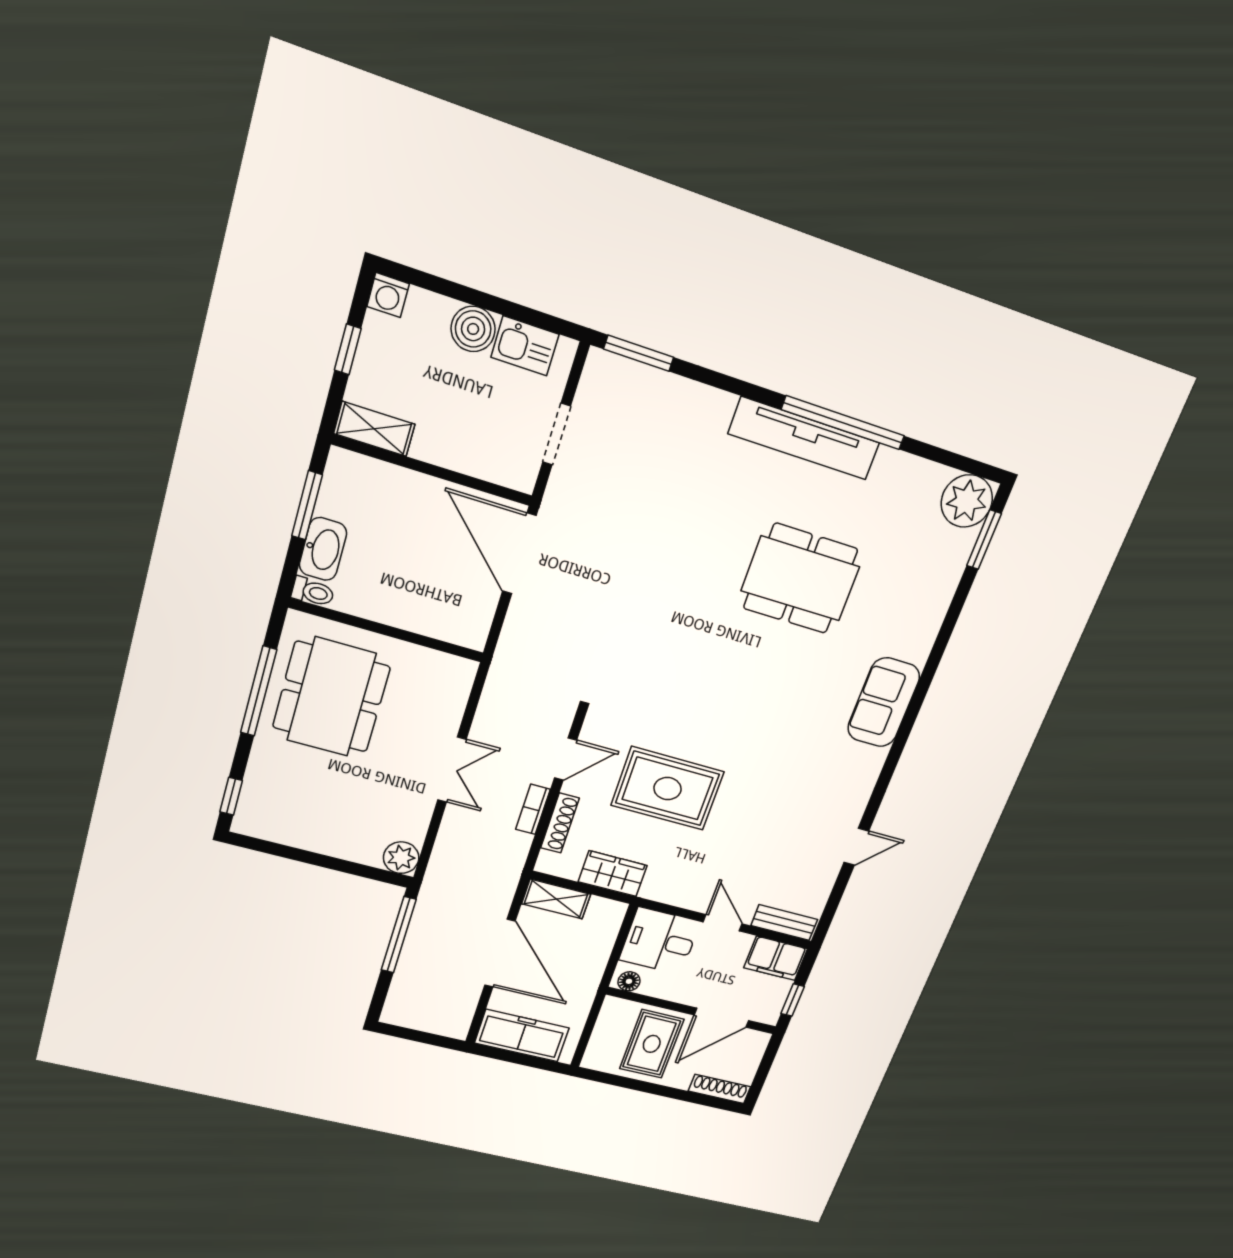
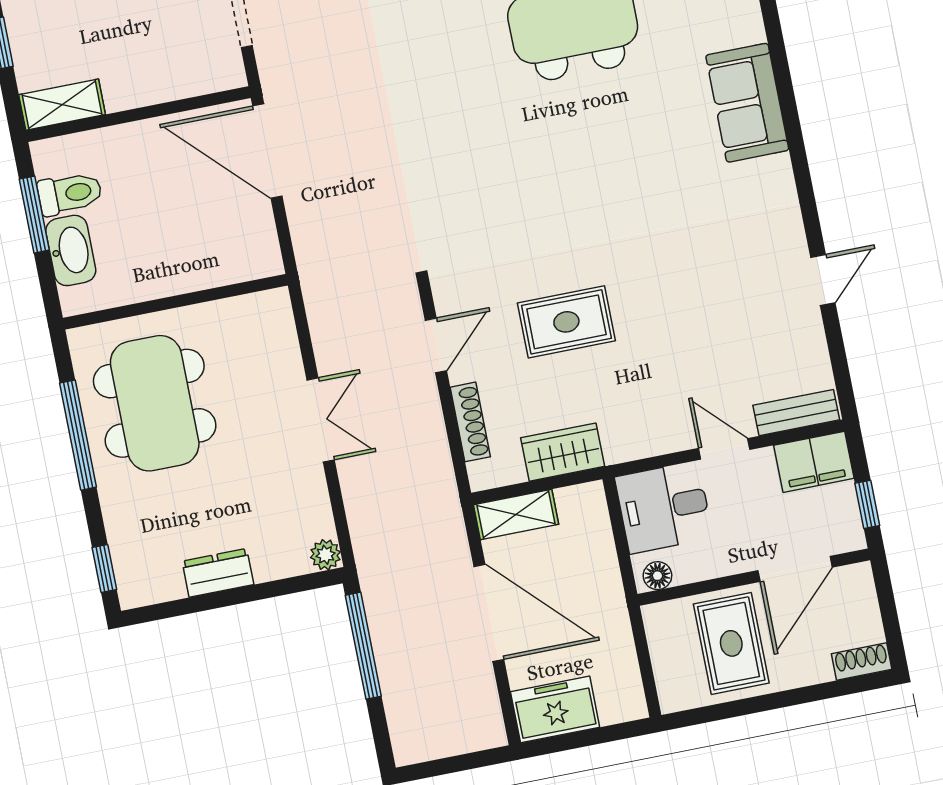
toilet: (313, 592) -> (70, 194), moved, width x1.37, depth x1.39
rug: (668, 789) -> (566, 322), width x0.73, depth x0.70
bookcase: (533, 809) -> (432, 421), removed
dresser: (317, 839) -> (218, 573), added
plant: (401, 858) -> (325, 555), width x0.73, depth x0.73
freezer: (522, 1036) -> (555, 709), width x0.71
shoe rack: (719, 1089) -> (862, 662), width x0.70

